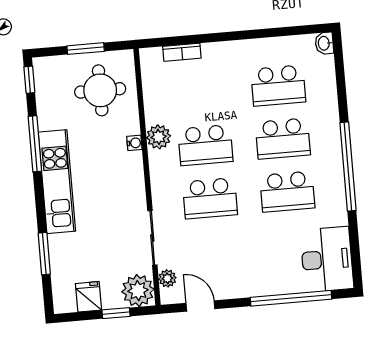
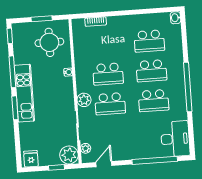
plant: (159, 137) -> (84, 100), moved
window: (44, 254) -> (15, 108), moved
fridge: (88, 297) -> (31, 159), moved
door: (200, 306) -> (104, 164), hinge flipped

